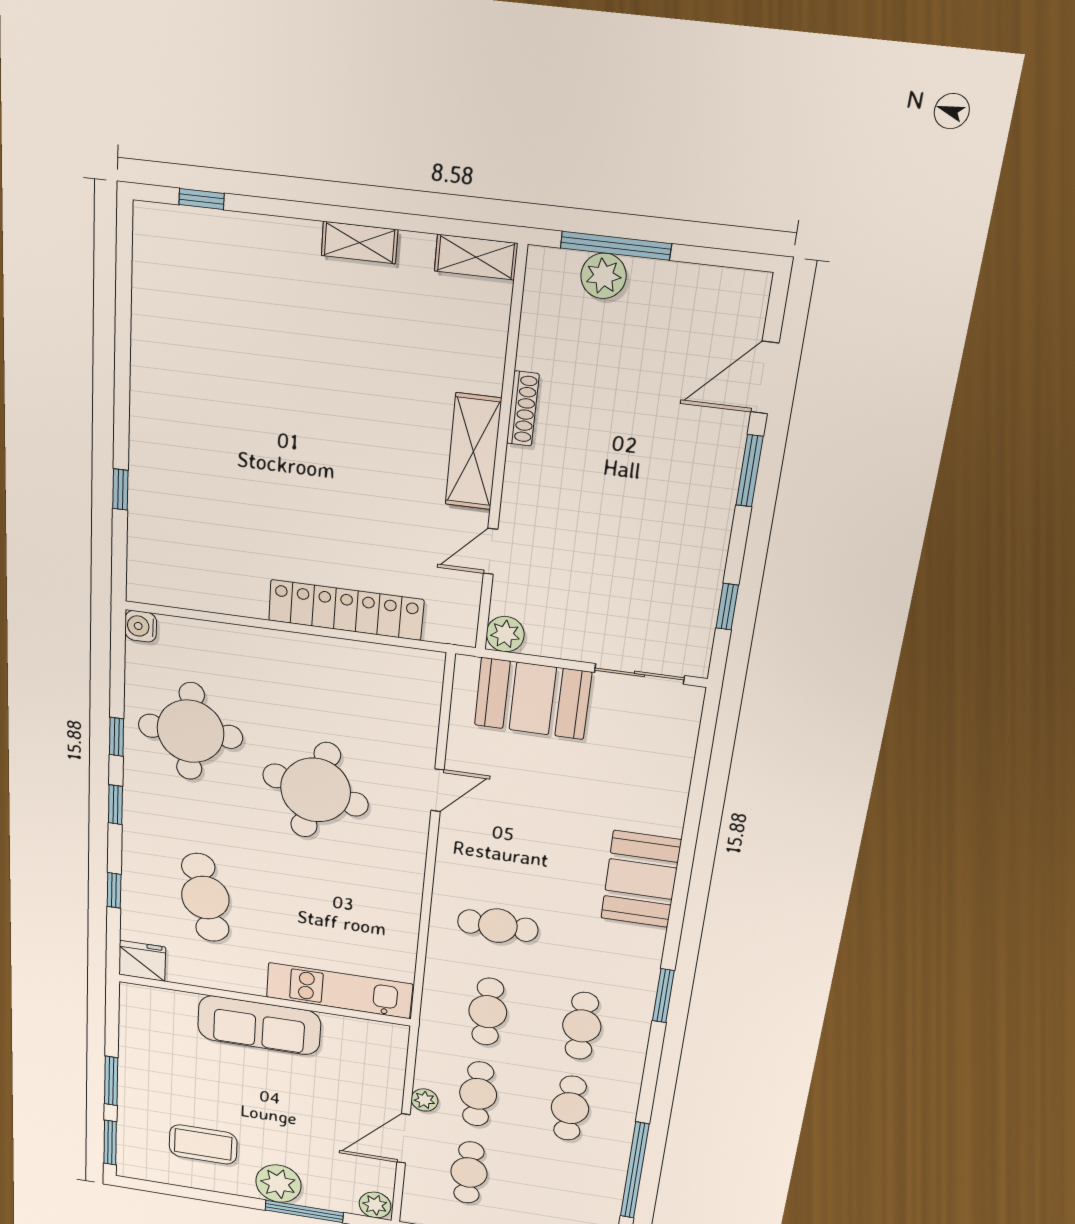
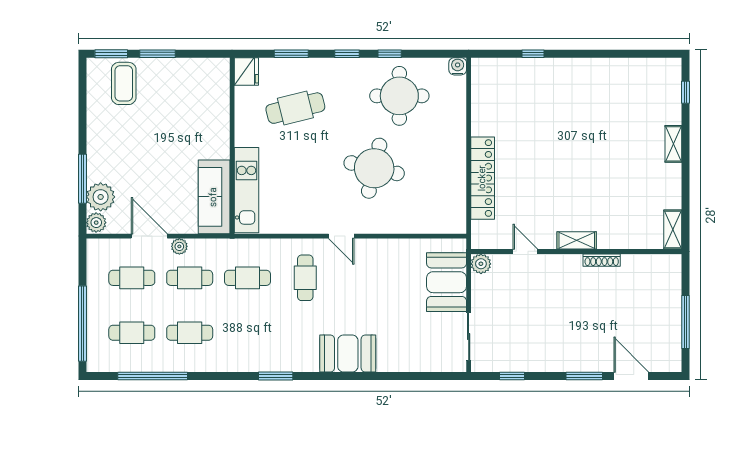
shelving: (359, 243) -> (673, 144), moved
window: (616, 246) -> (686, 322), moved
plant: (604, 276) -> (671, 292), removed
shelving: (473, 452) -> (577, 240), width x0.67, depth x0.75
door: (437, 790) -> (341, 236), moved
window: (114, 890) -> (291, 54), width x1.50
sofa: (259, 1025) -> (214, 197), moved
cafe table: (582, 1026) -> (132, 333), moved
coffee table: (203, 1144) -> (124, 83), moved
plant: (278, 1184) -> (101, 197), moved

